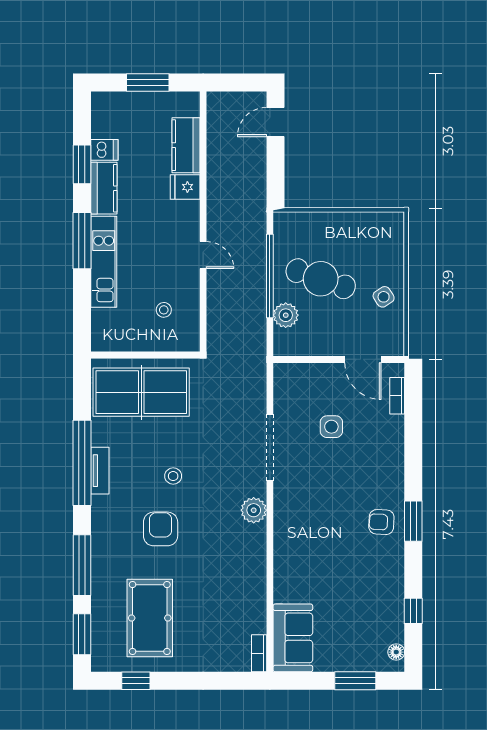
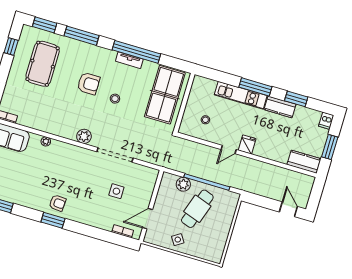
kitchen counter: (186, 145) -> (304, 162), moved
dishwasher: (104, 150) -> (326, 121), moved
fridge: (185, 187) -> (247, 145), moved
armchair: (381, 522) -> (57, 203), turned 91
plant: (282, 573) -> (46, 141), added
pool table: (150, 618) -> (43, 64), turned 90

